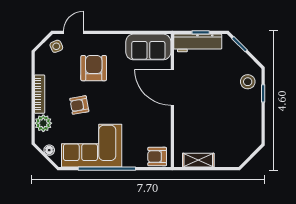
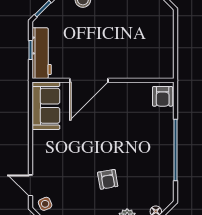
armchair: (94, 68) -> (68, 164), removed
corner sofa: (92, 146) -> (151, 166), removed
shelving: (198, 160) -> (166, 52), removed

